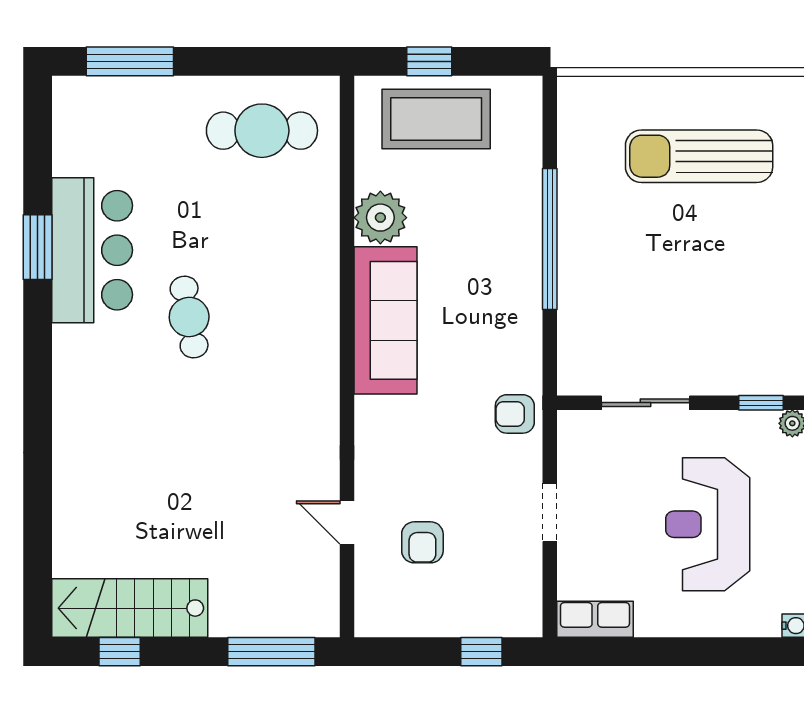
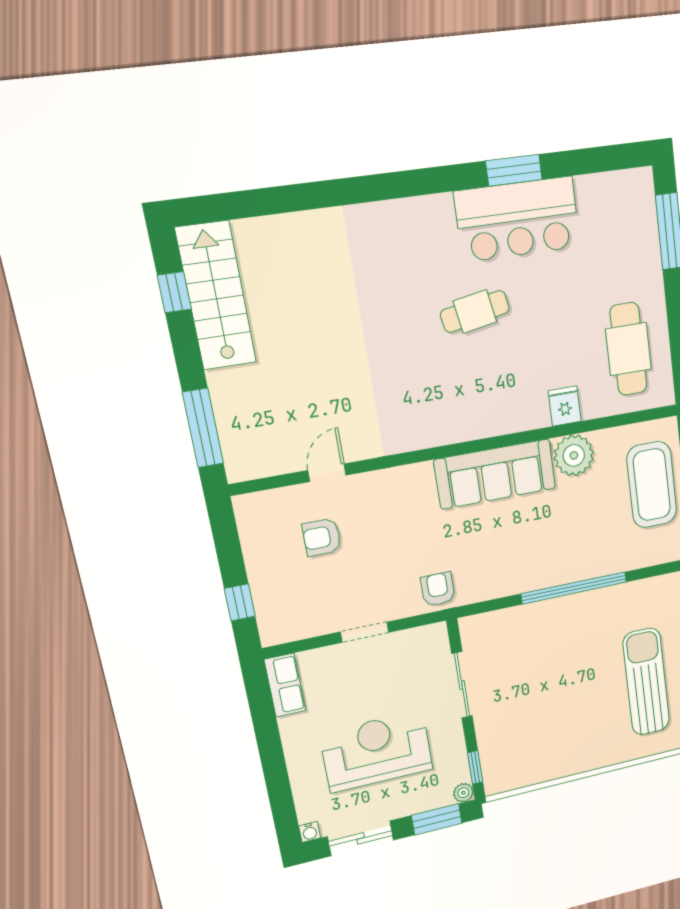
fridge: (318, 221) -> (565, 406), added

